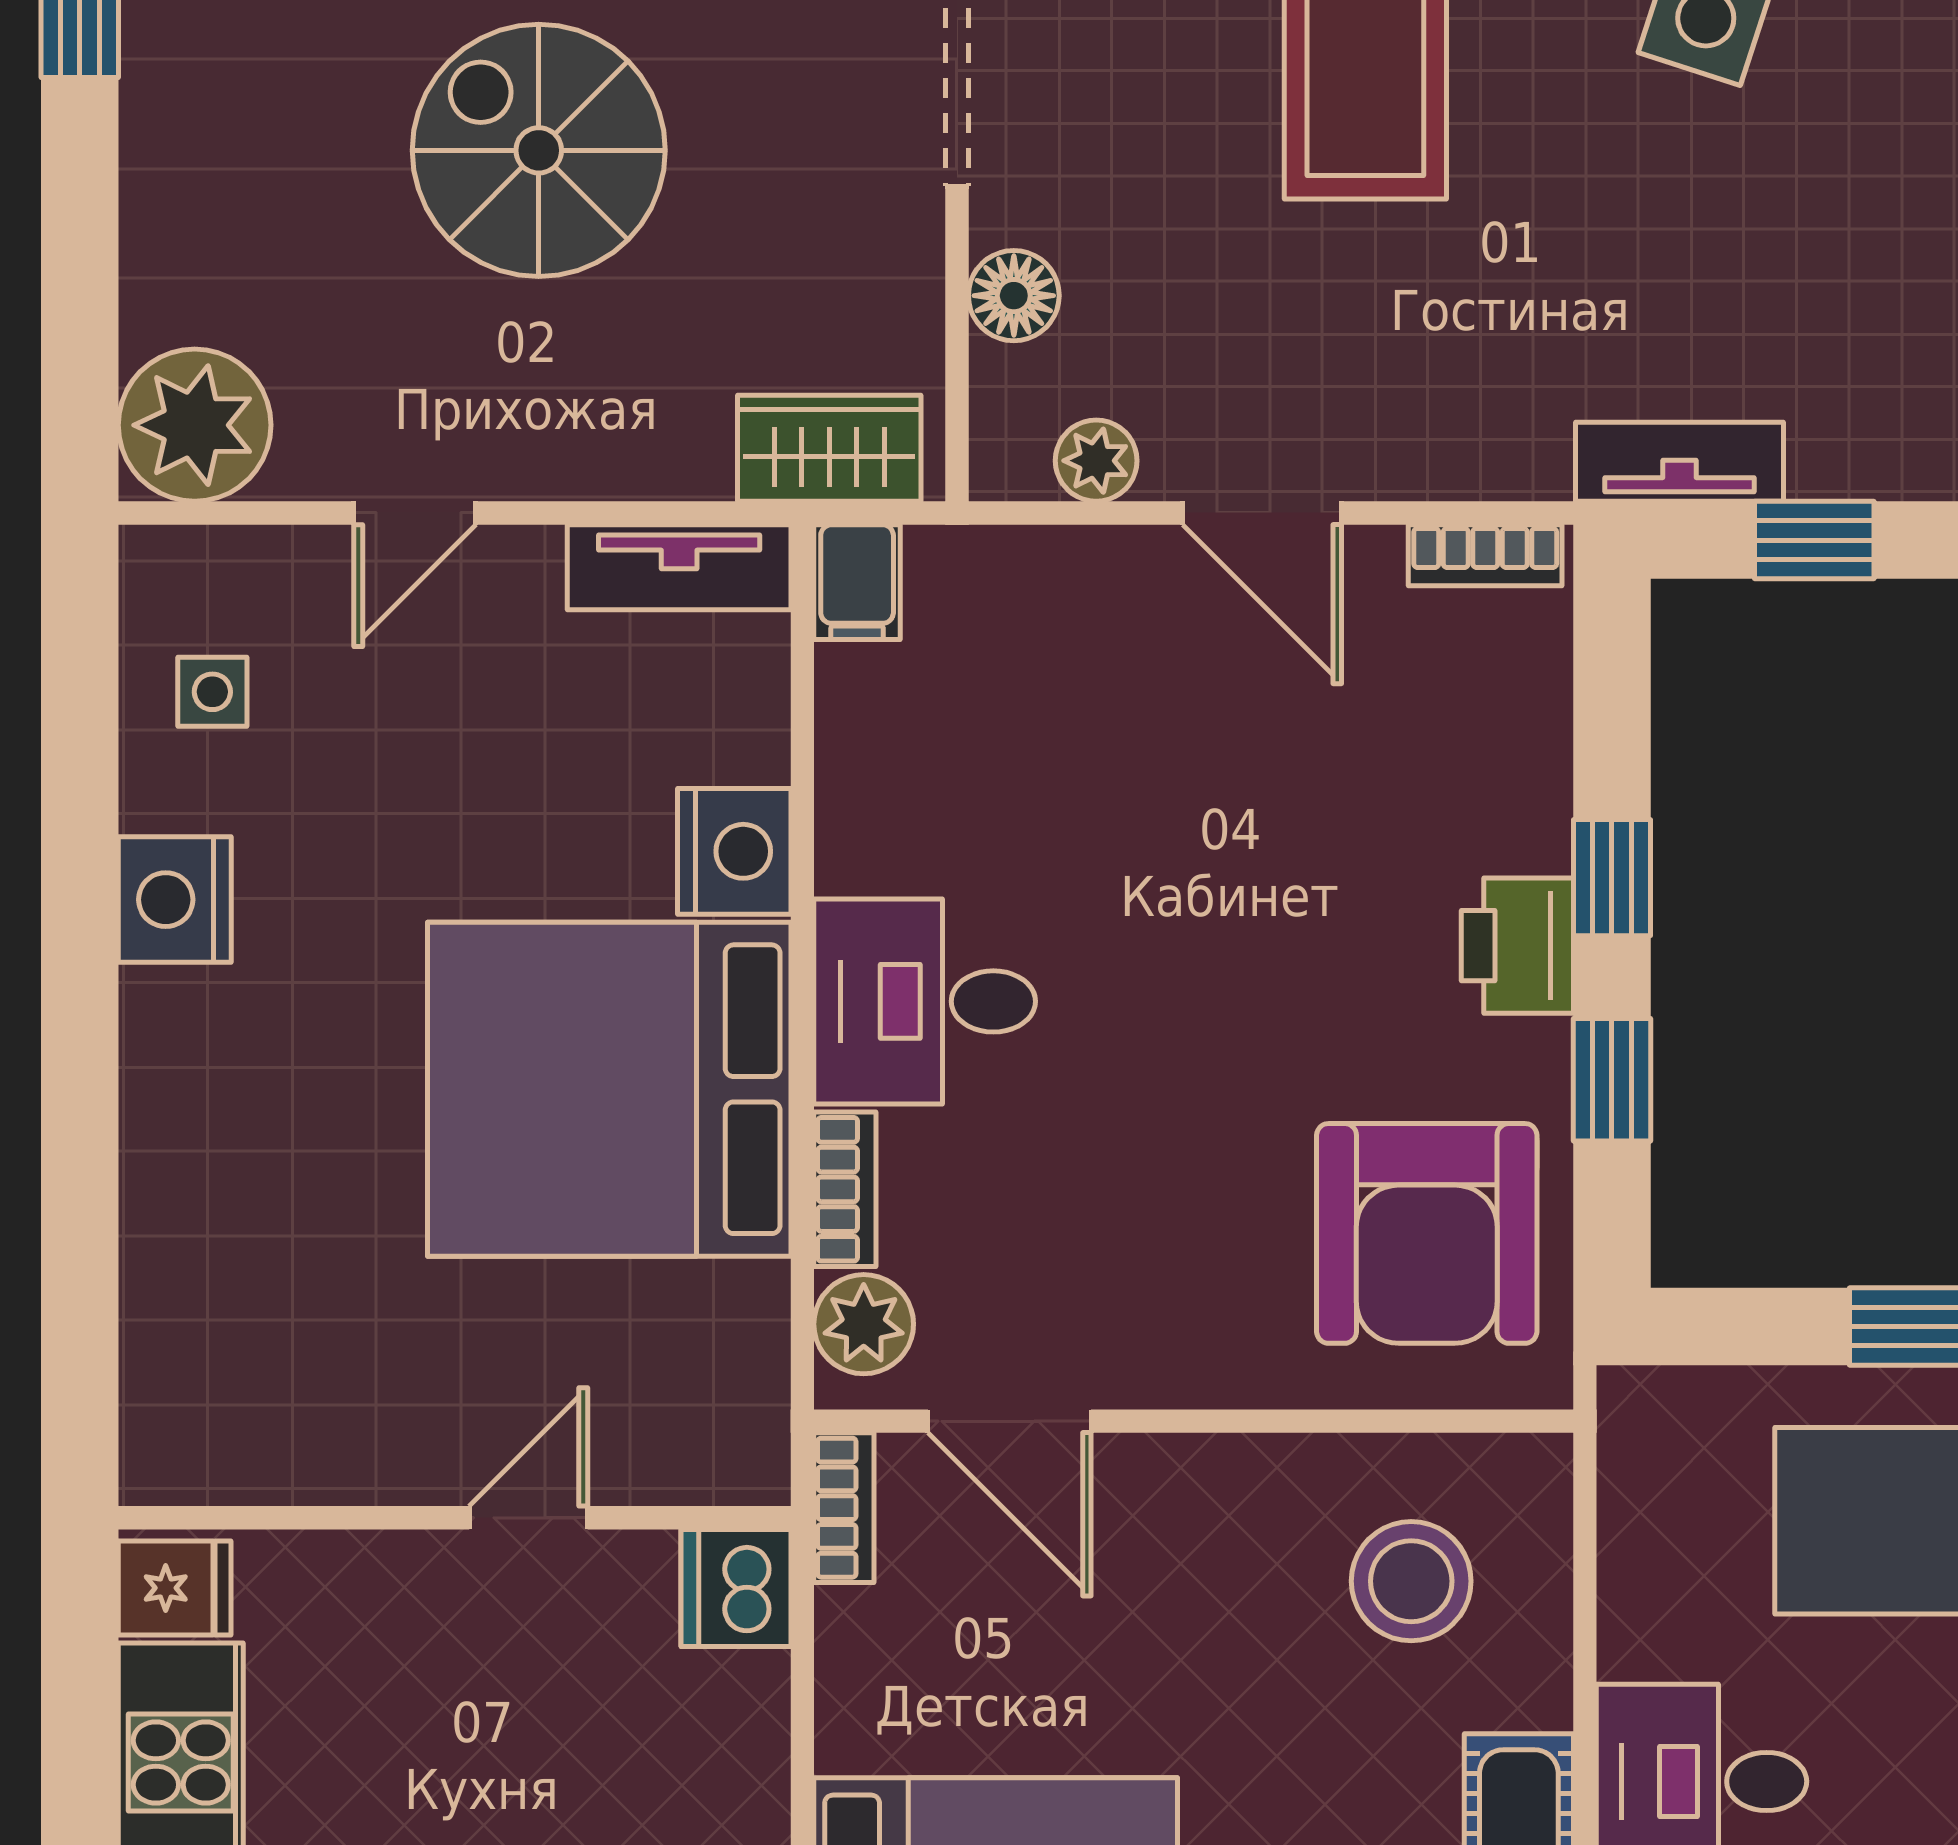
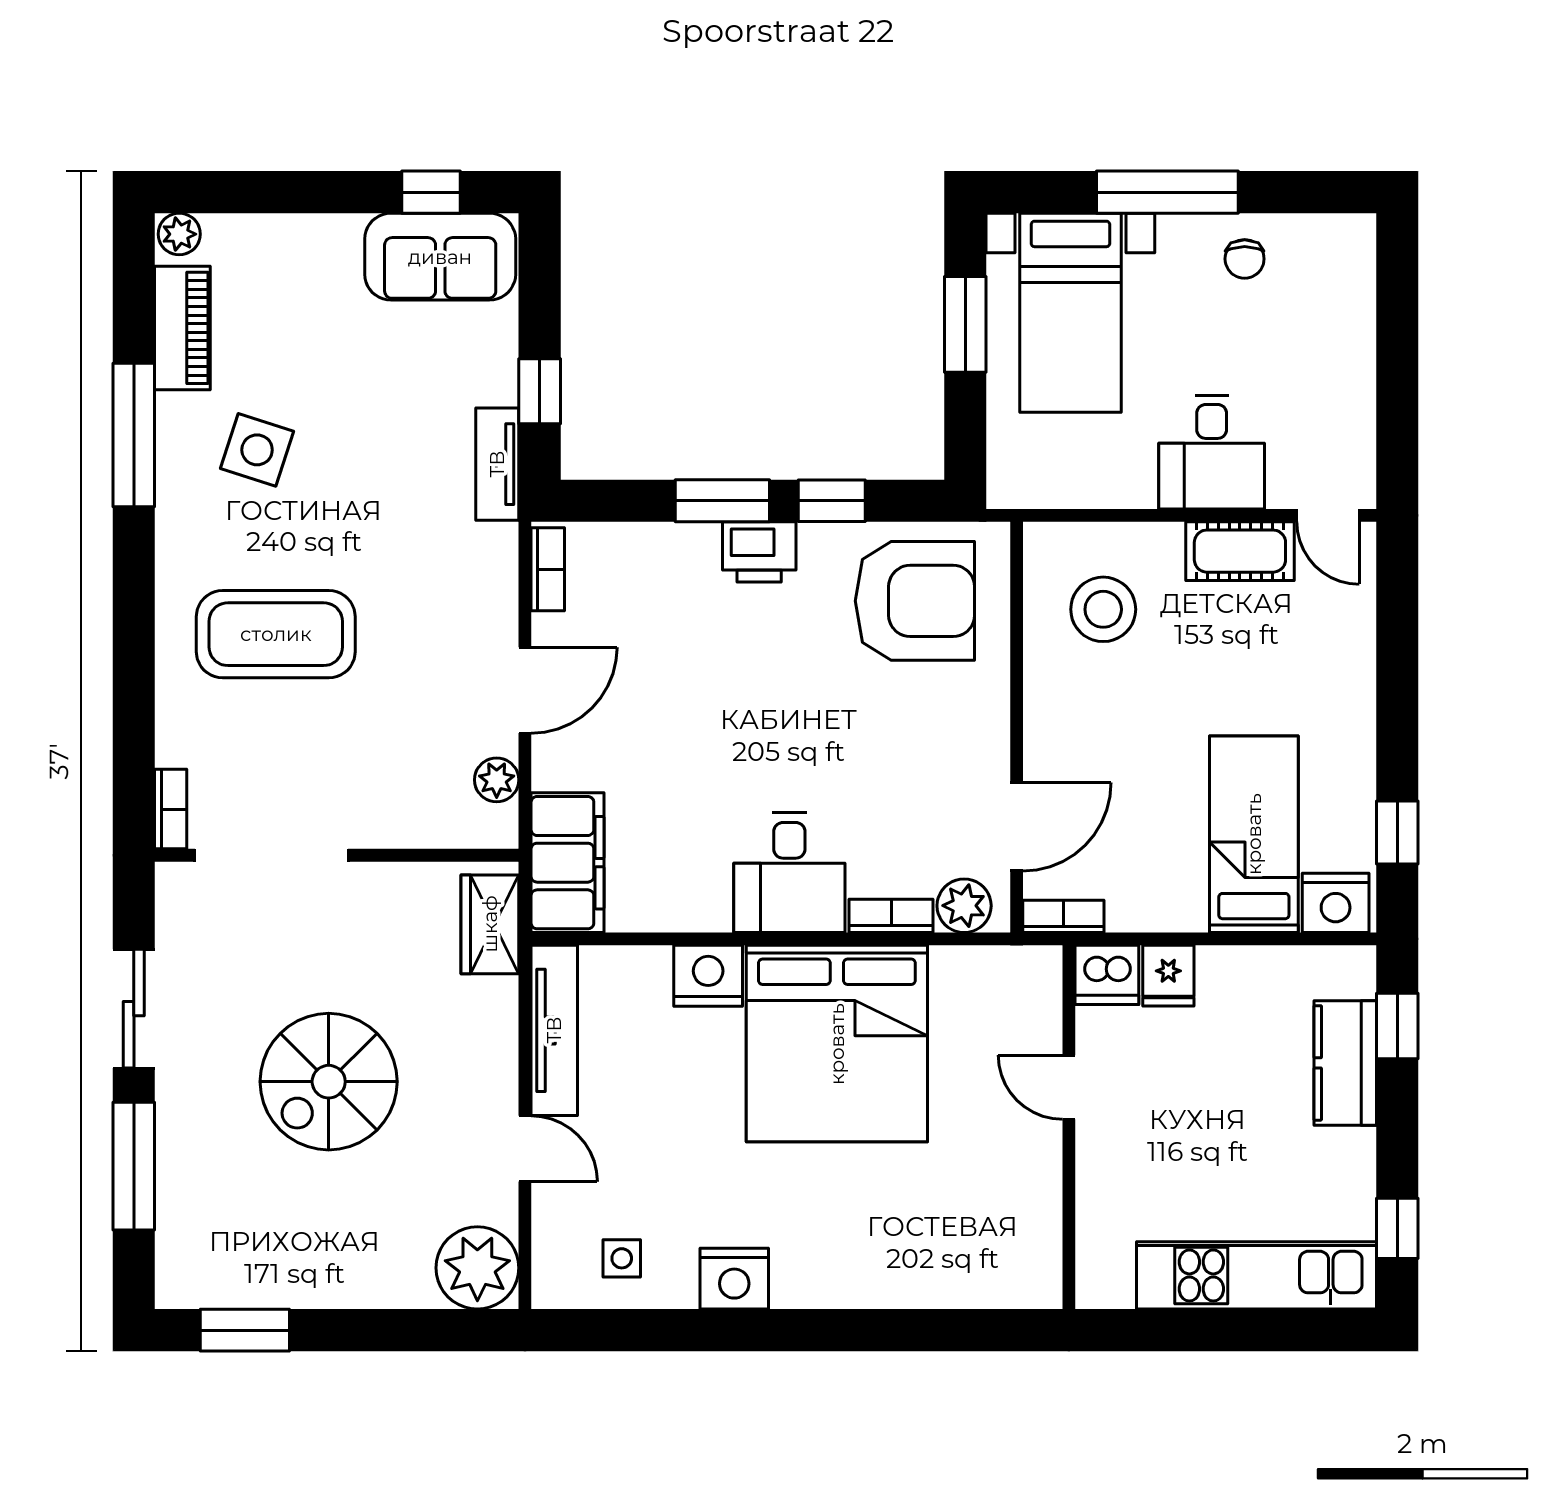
floor lamp: (1014, 296) -> (407, 824), removed
tv unit: (679, 567) -> (554, 1030), width x1.41
filing cabinet: (857, 582) -> (568, 863), width x3.00, depth x1.17
window: (1612, 878) -> (722, 501), width x1.50
fridge: (175, 1588) -> (1168, 976), moved, turned 180

